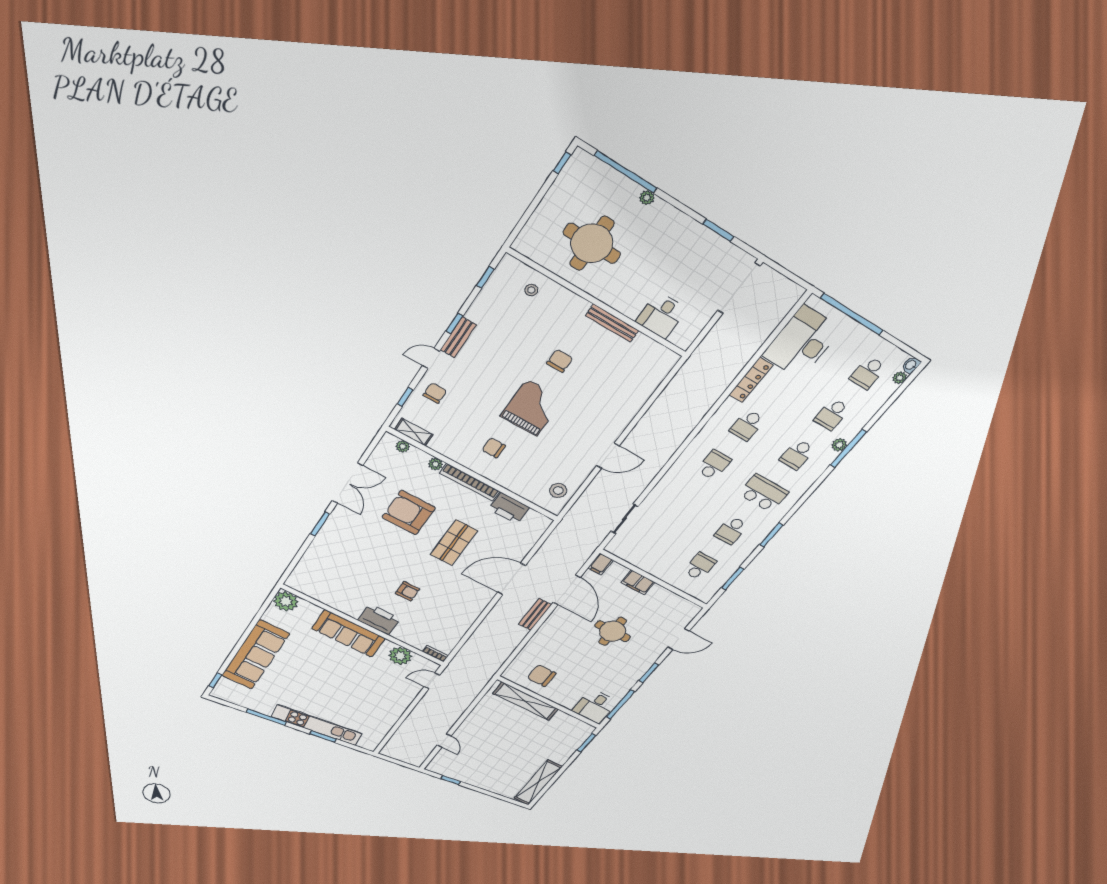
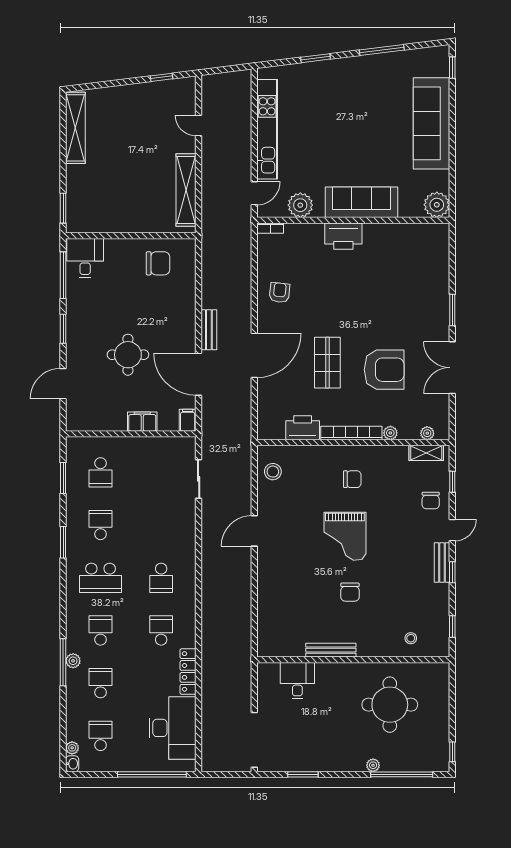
armchair: (408, 591) -> (280, 293), moved, turned 96
shelving: (526, 701) -> (186, 190), moved, turned 90
kitchen unit: (317, 725) -> (267, 129), moved, turned -83

